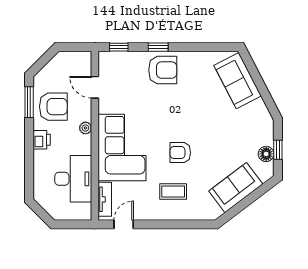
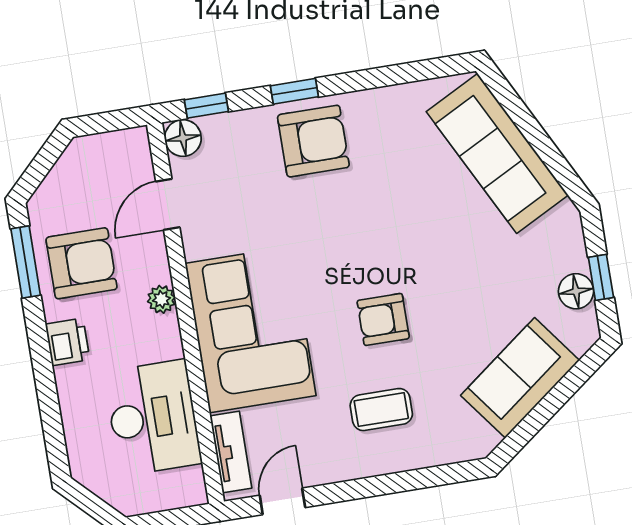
floor lamp: (106, 59) -> (183, 138), added
sofa: (238, 81) -> (497, 153), width x1.36
door: (95, 87) -> (168, 204), hinge flipped

